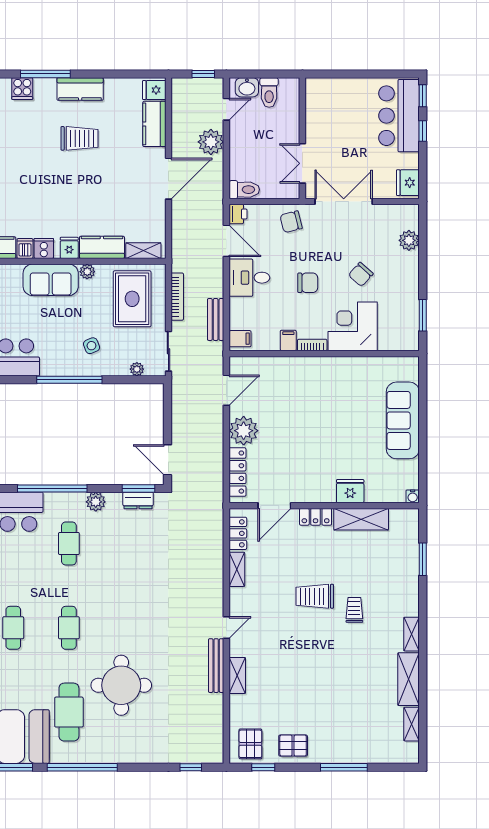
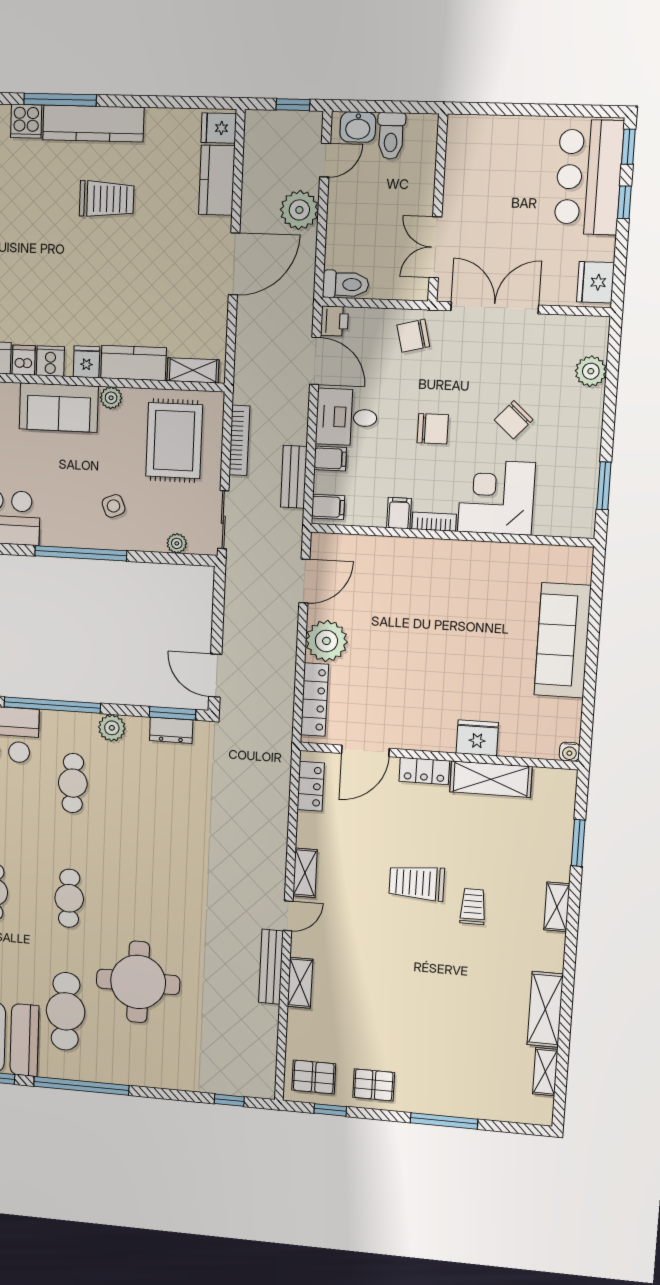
kitchen counter: (80, 89) -> (93, 124), width x1.50
filing cabinet: (240, 306) -> (330, 459), added
shelving: (237, 569) -> (305, 873), moved
shelving: (411, 634) -> (557, 907), moved
pallet: (250, 744) -> (314, 1077), turned 90

